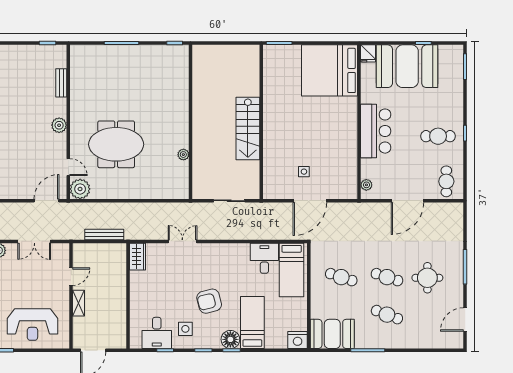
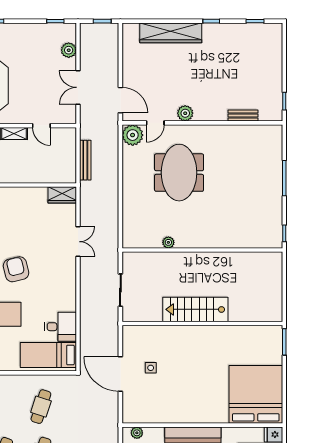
plant: (59, 125) -> (185, 113), moved

